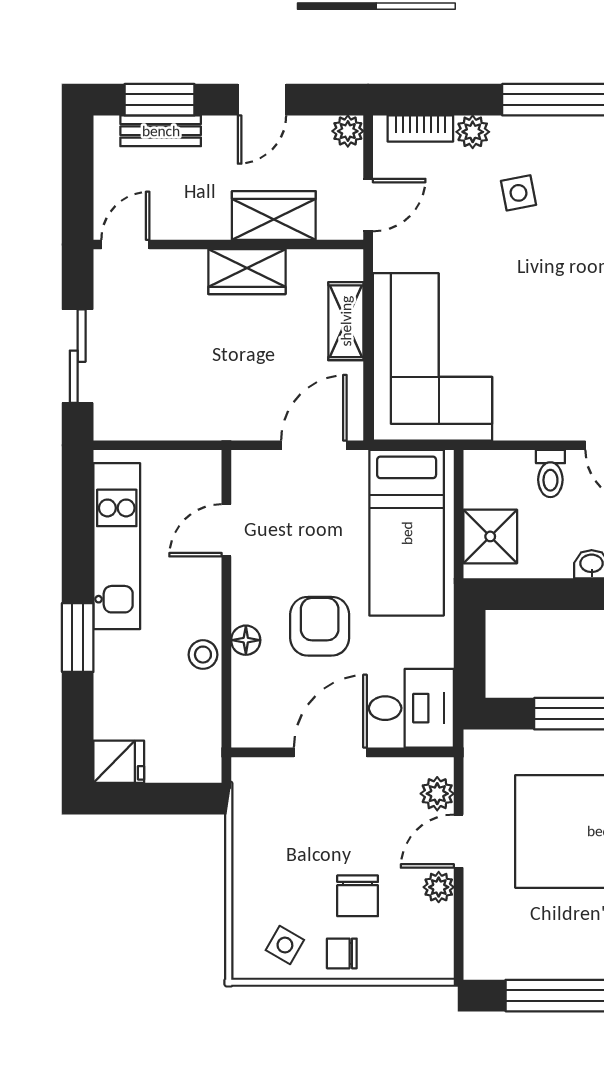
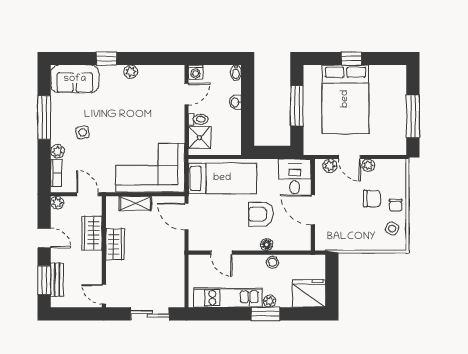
shower: (490, 536) -> (199, 138), moved
plant: (108, 647) -> (270, 301), added
fridge: (119, 762) -> (309, 293), width x1.88, depth x1.34

